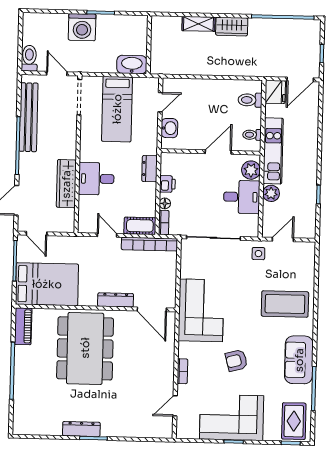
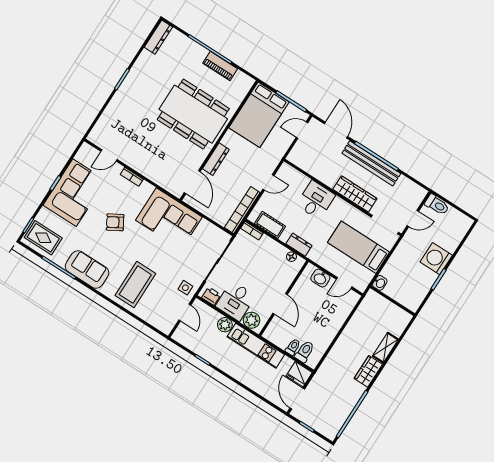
washbasin: (132, 65) -> (380, 283), width x0.52, depth x0.69
door: (160, 102) -> (344, 283), hinge flipped
bench: (29, 117) -> (371, 163), moved
toilet: (252, 135) -> (293, 347), moved
wardrobe: (66, 184) -> (355, 194), moved
printer: (167, 184) -> (211, 296), moved, turned 180
floor lamp: (165, 203) -> (291, 257), moved
cot: (140, 226) -> (270, 225), moved, turned 90
door: (152, 309) -> (192, 182), swing flipped
piano: (23, 326) -> (220, 66), moved
armchair: (236, 360) -> (115, 222), turned -105
door: (175, 406) -> (109, 155), swing flipped
dresser: (81, 429) -> (158, 37), moved

